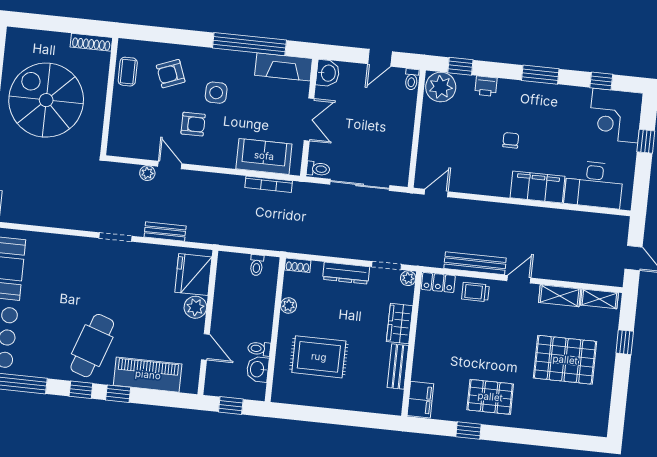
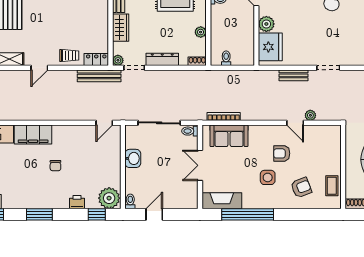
washbasin: (328, 73) -> (133, 158), moved, turned 180
bench: (475, 263) -> (99, 76), moved

